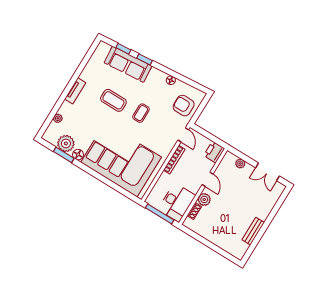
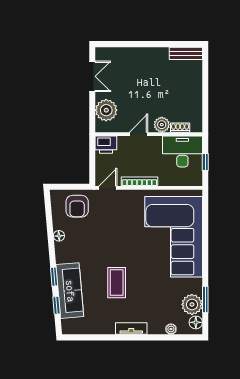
coffee table: (141, 113) -> (112, 246), removed
floor lamp: (78, 155) -> (196, 322), moved
plant: (240, 163) -> (106, 110), width x1.88, depth x1.88
window: (160, 214) -> (205, 162), width x0.46
bench: (253, 231) -> (186, 53), moved

